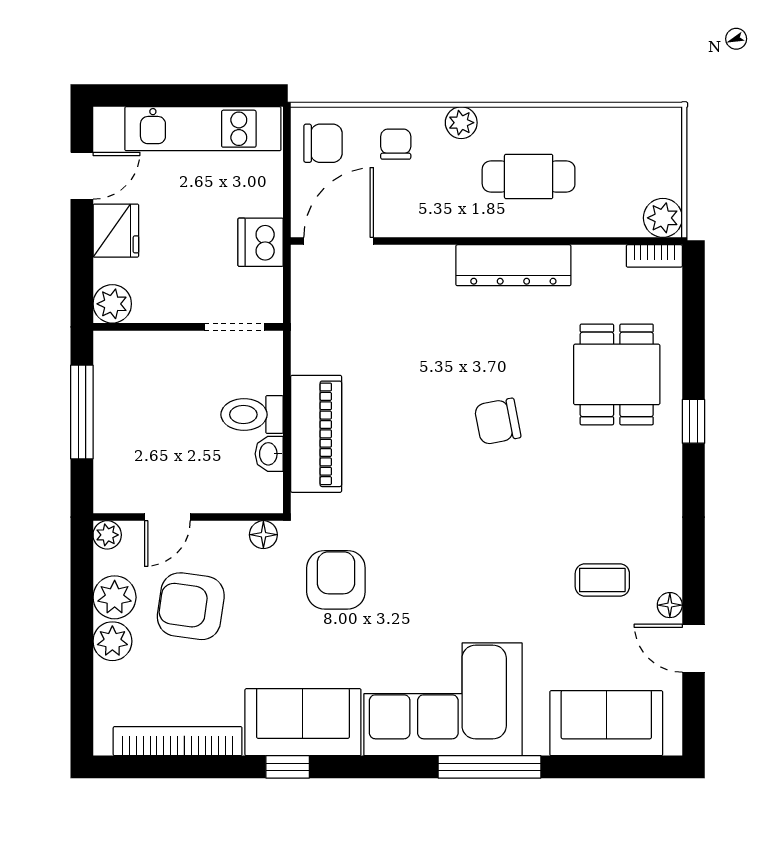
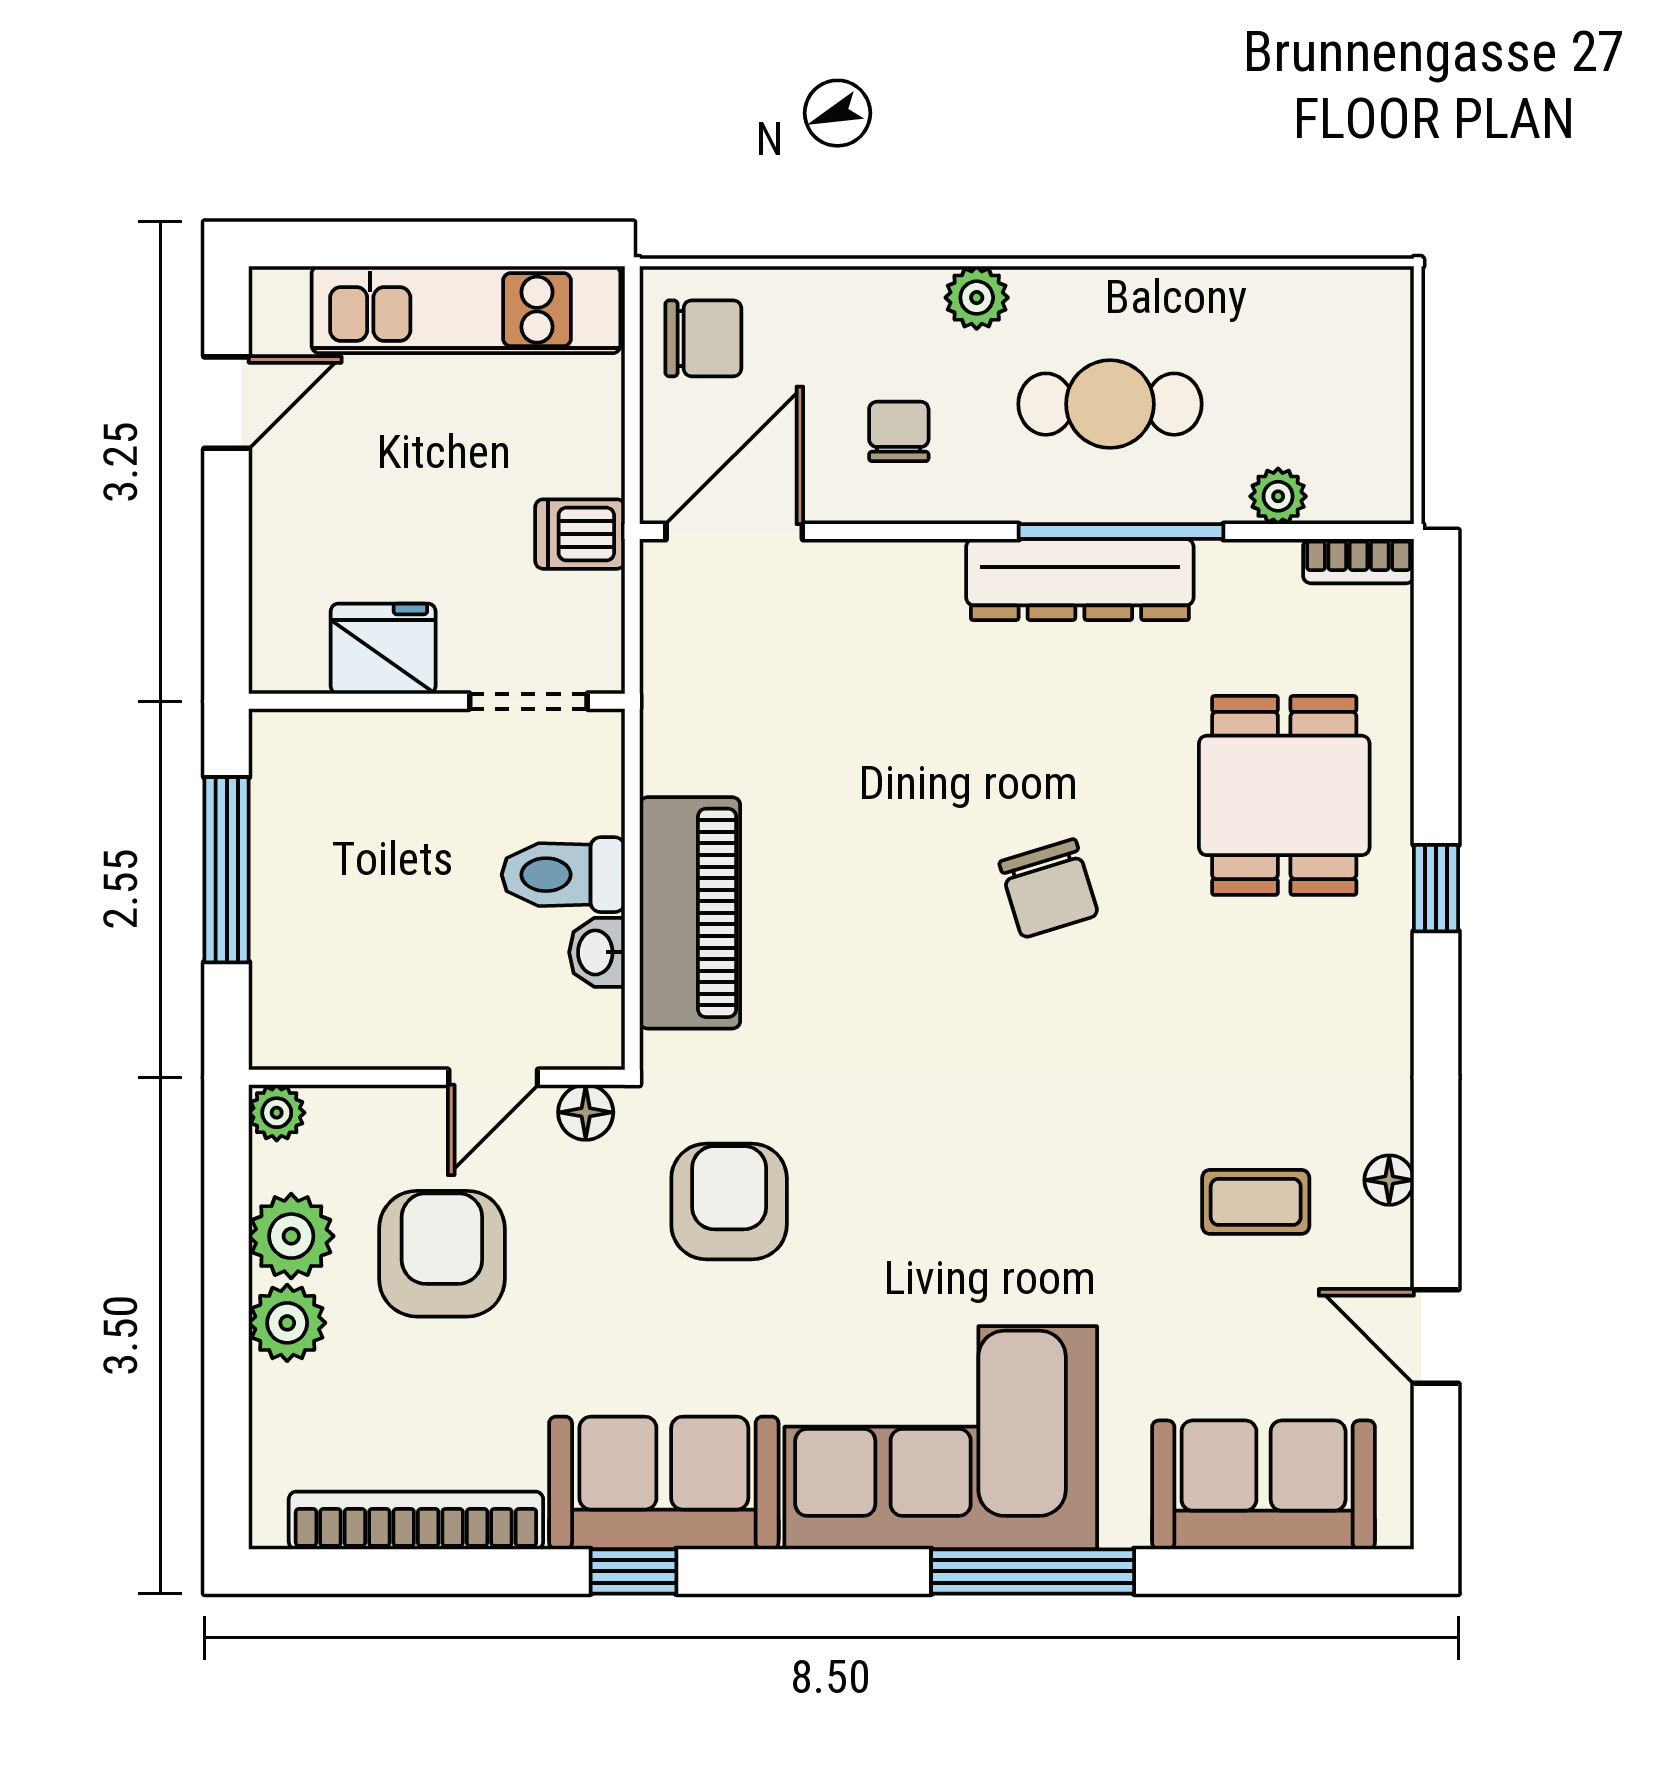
chair: (396, 144) -> (899, 431), moved
plant: (663, 218) -> (1278, 496), moved, width x0.73, depth x0.73
fridge: (116, 231) -> (383, 649), moved, turned -90
window: (534, 241) -> (1121, 532), added
dishwasher: (261, 242) -> (580, 534), width x0.73
plant: (112, 304) -> (287, 656), removed
chair: (498, 421) -> (1049, 888), turned -96
door: (167, 517) -> (493, 1077), moved
floor lamp: (670, 605) -> (1389, 1180), moved
armchair: (191, 606) -> (442, 1254), turned 82

